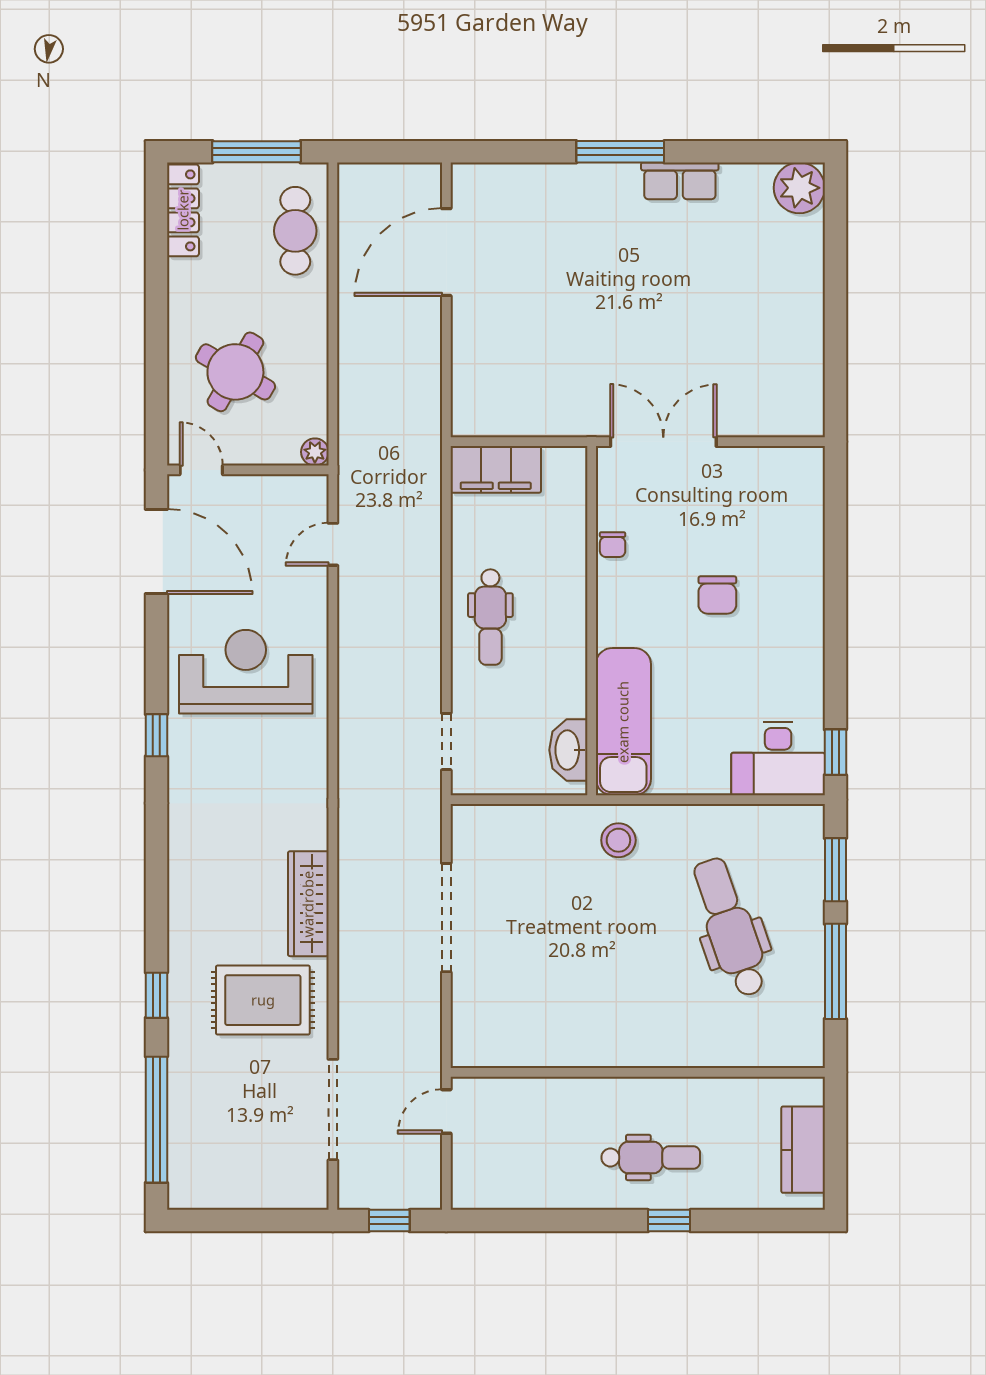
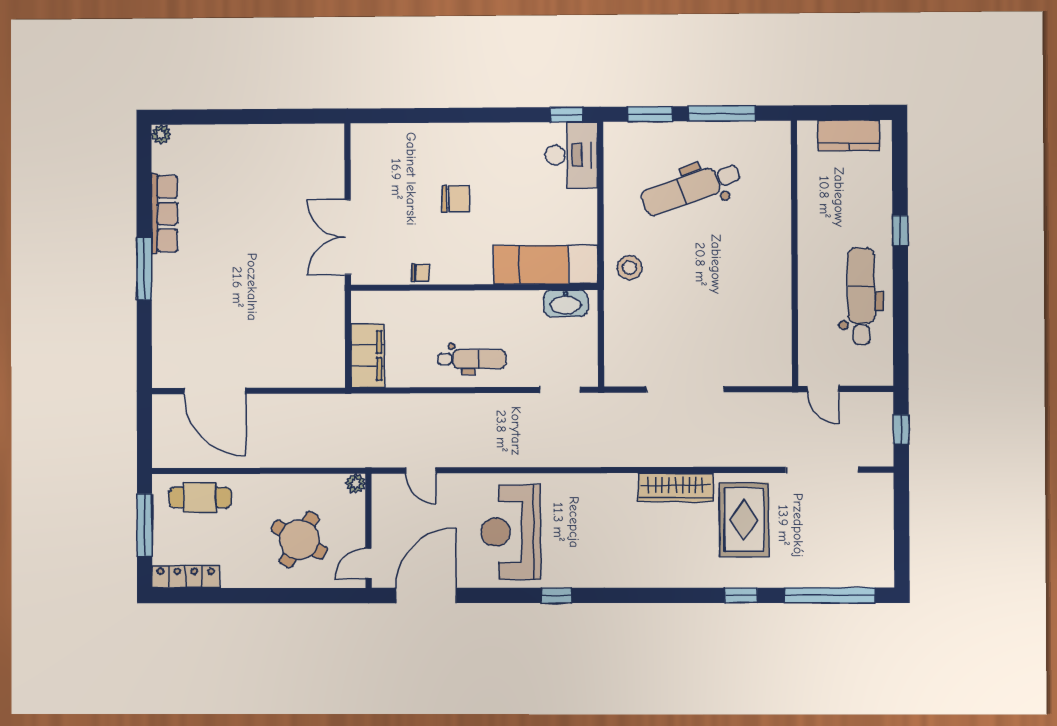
row of seats: (680, 181) -> (165, 214), width x1.48
plant: (799, 188) -> (161, 134), width x0.53, depth x0.53
dental chair: (651, 1157) -> (861, 296), moved, width x1.36, depth x1.38

